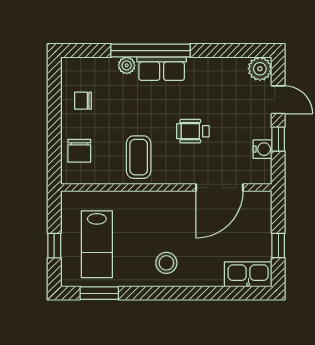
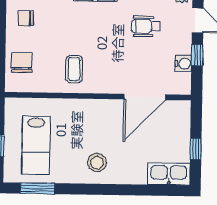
wheelchair: (193, 131) -> (146, 26), moved
chair: (79, 151) -> (22, 63), turned 180
coffee table: (139, 157) -> (74, 69), width x0.73, depth x0.77

